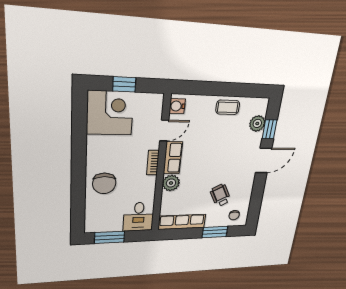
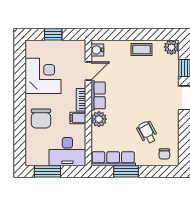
corner desk: (110, 113) -> (43, 76), moved
plant: (257, 123) -> (171, 47), moved
filing cabinet: (148, 182) -> (78, 118), added
desk: (139, 217) -> (67, 152), width x1.37
window: (215, 232) -> (126, 171), moved

